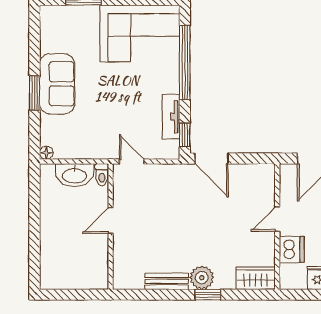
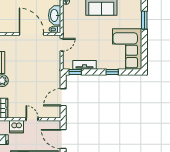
window: (185, 63) -> (112, 72), width x0.32
door: (211, 158) -> (63, 97), moved
door: (111, 220) -> (31, 34), width x1.88

